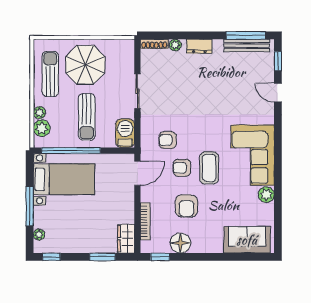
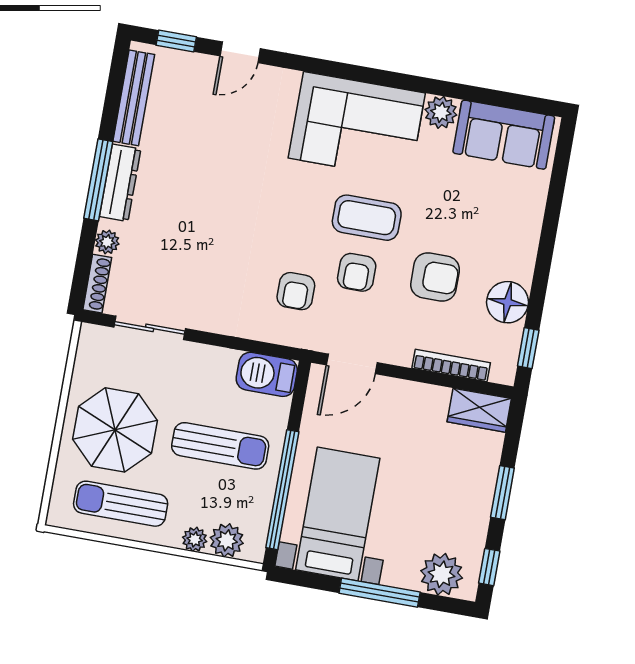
window: (246, 35) -> (98, 180), moved
dresser: (199, 46) -> (120, 183), width x1.44
sliding door: (137, 91) -> (150, 328), moved
door: (137, 173) -> (352, 364), swing flipped
plant: (39, 235) -> (442, 574), width x1.87, depth x1.87
sofa: (247, 240) -> (504, 135), moved, turned -90
window: (102, 257) -> (502, 493), moved

